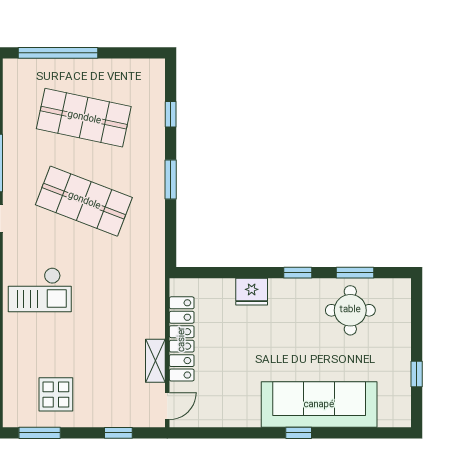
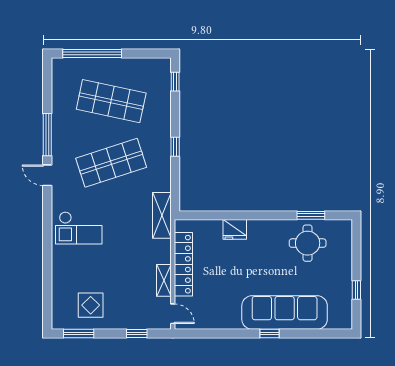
window: (171, 114) -> (175, 82), moved
window: (171, 179) -> (175, 147), width x0.67
shop shelf: (84, 201) -> (111, 163), turned -39
shelving: (153, 273) -> (162, 215), added
window: (298, 273) -> (269, 215), removed
door: (167, 406) -> (173, 314), hinge flipped

